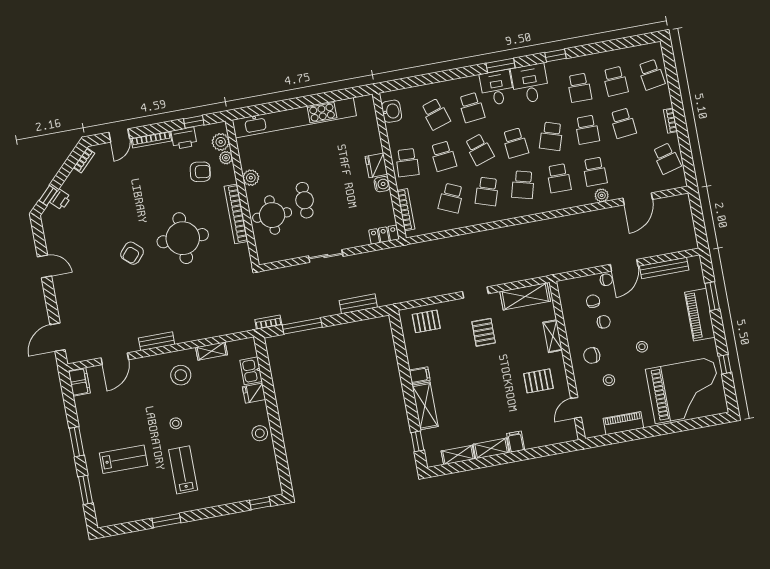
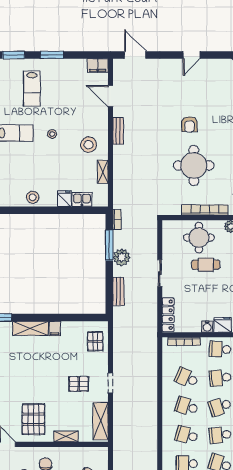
locker: (384, 235) -> (168, 315), width x1.53
armchair: (132, 253) -> (189, 124), turned -132
plant: (315, 308) -> (122, 257), added
pallet: (538, 381) -> (33, 419), width x1.50, depth x1.42

